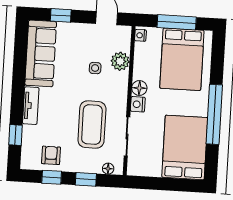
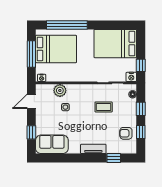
sofa: (41, 53) -> (52, 144), width x0.73
floor lamp: (139, 88) -> (77, 77), removed
nightstand: (138, 104) -> (131, 77), moved
window: (214, 114) -> (67, 25), moved
coffee table: (92, 124) -> (104, 107), width x0.54, depth x0.58
window: (150, 183) -> (141, 65), added

